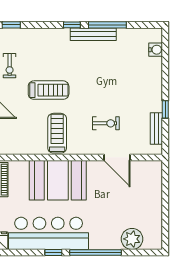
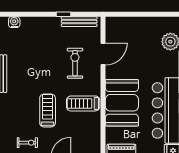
exercise bike: (106, 123) -> (75, 63), width x1.38, depth x1.39
bench: (156, 128) -> (79, 22), width x1.36

